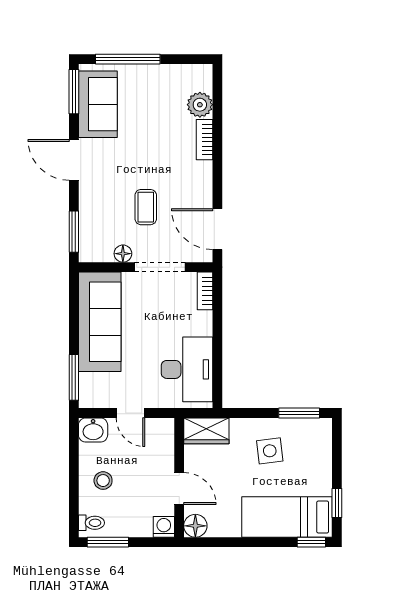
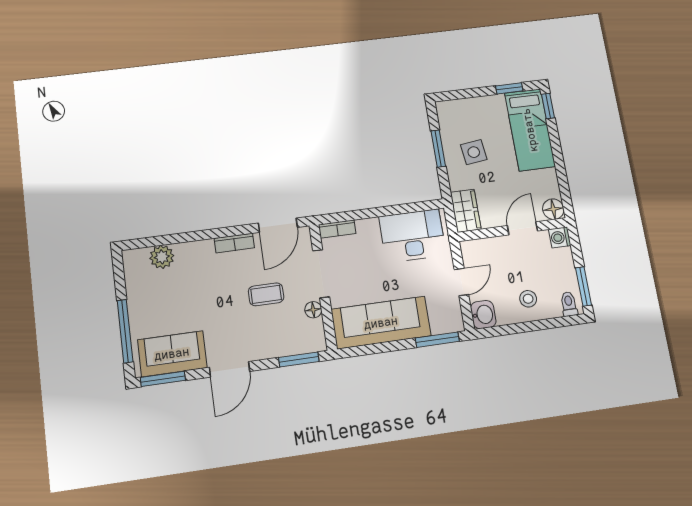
bookcase: (204, 140) -> (234, 243), moved
window: (299, 413) -> (438, 149), moved

